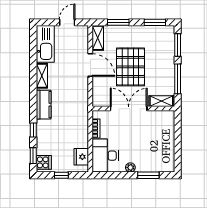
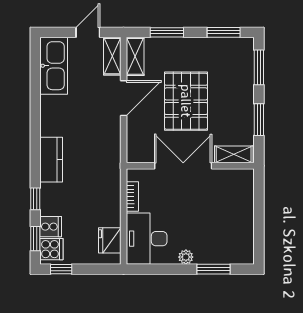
door: (90, 65) -> (124, 98), hinge flipped
shelving: (42, 76) -> (112, 56), moved
window: (178, 79) -> (259, 120), width x0.69
cooker: (43, 148) -> (51, 227), added
window: (61, 175) -> (61, 269), moved

